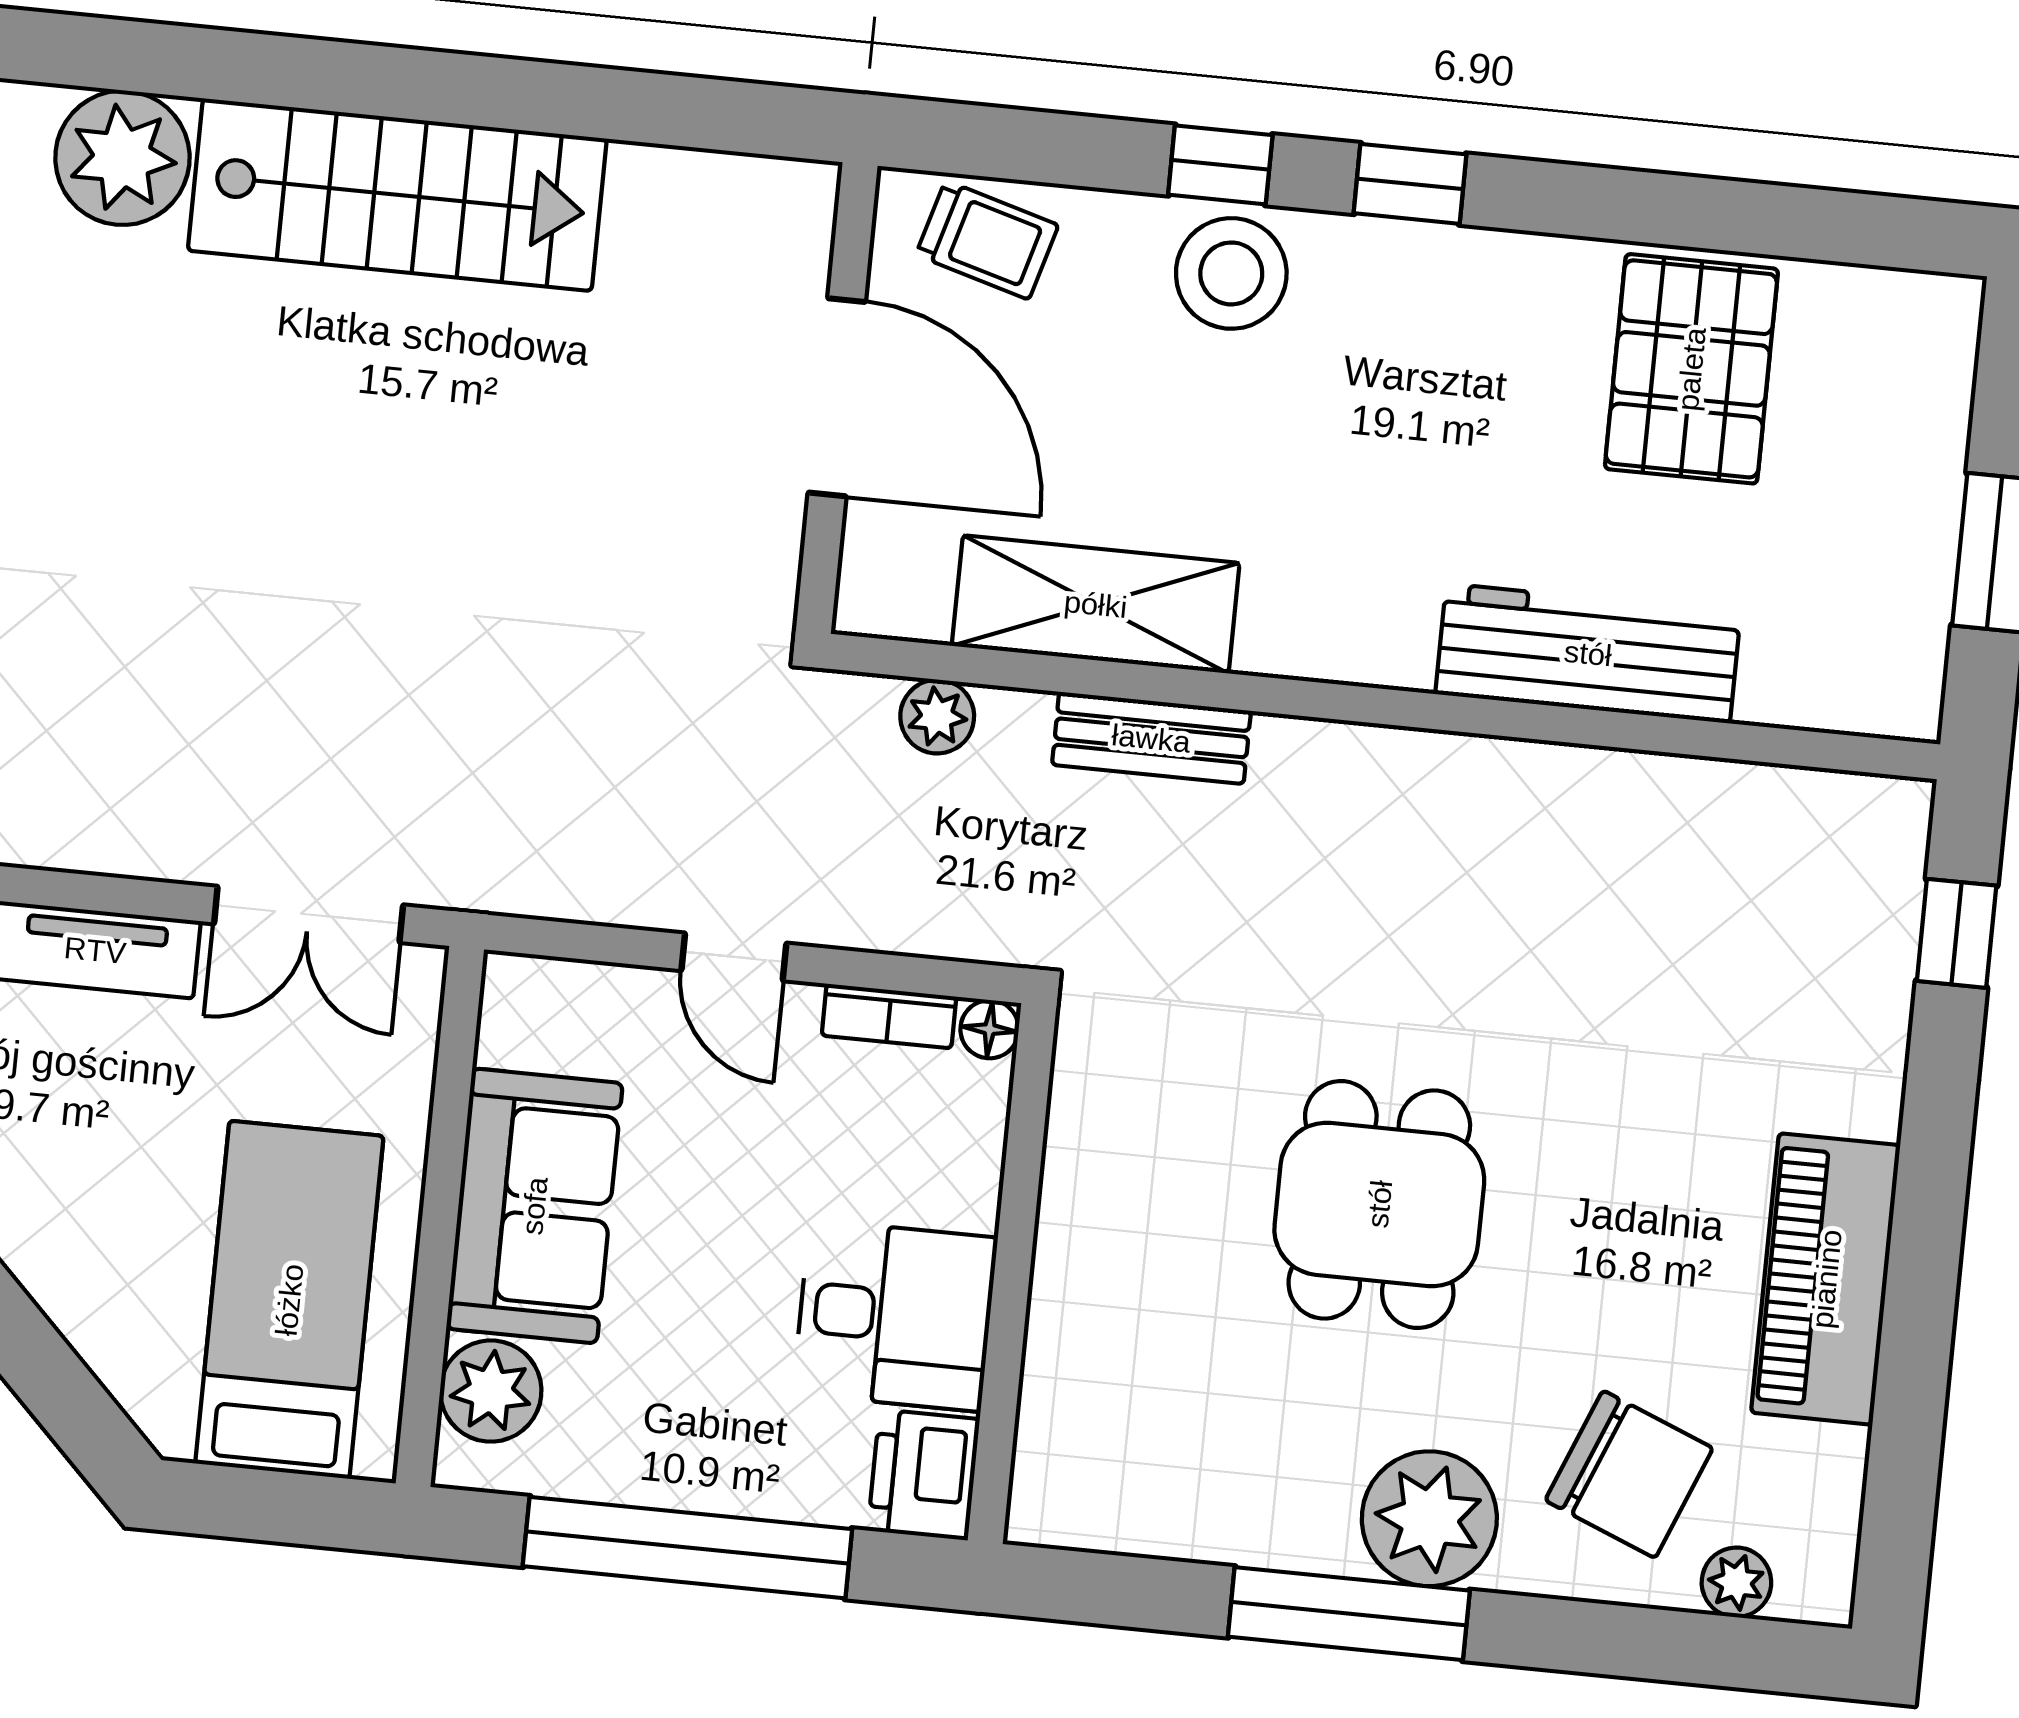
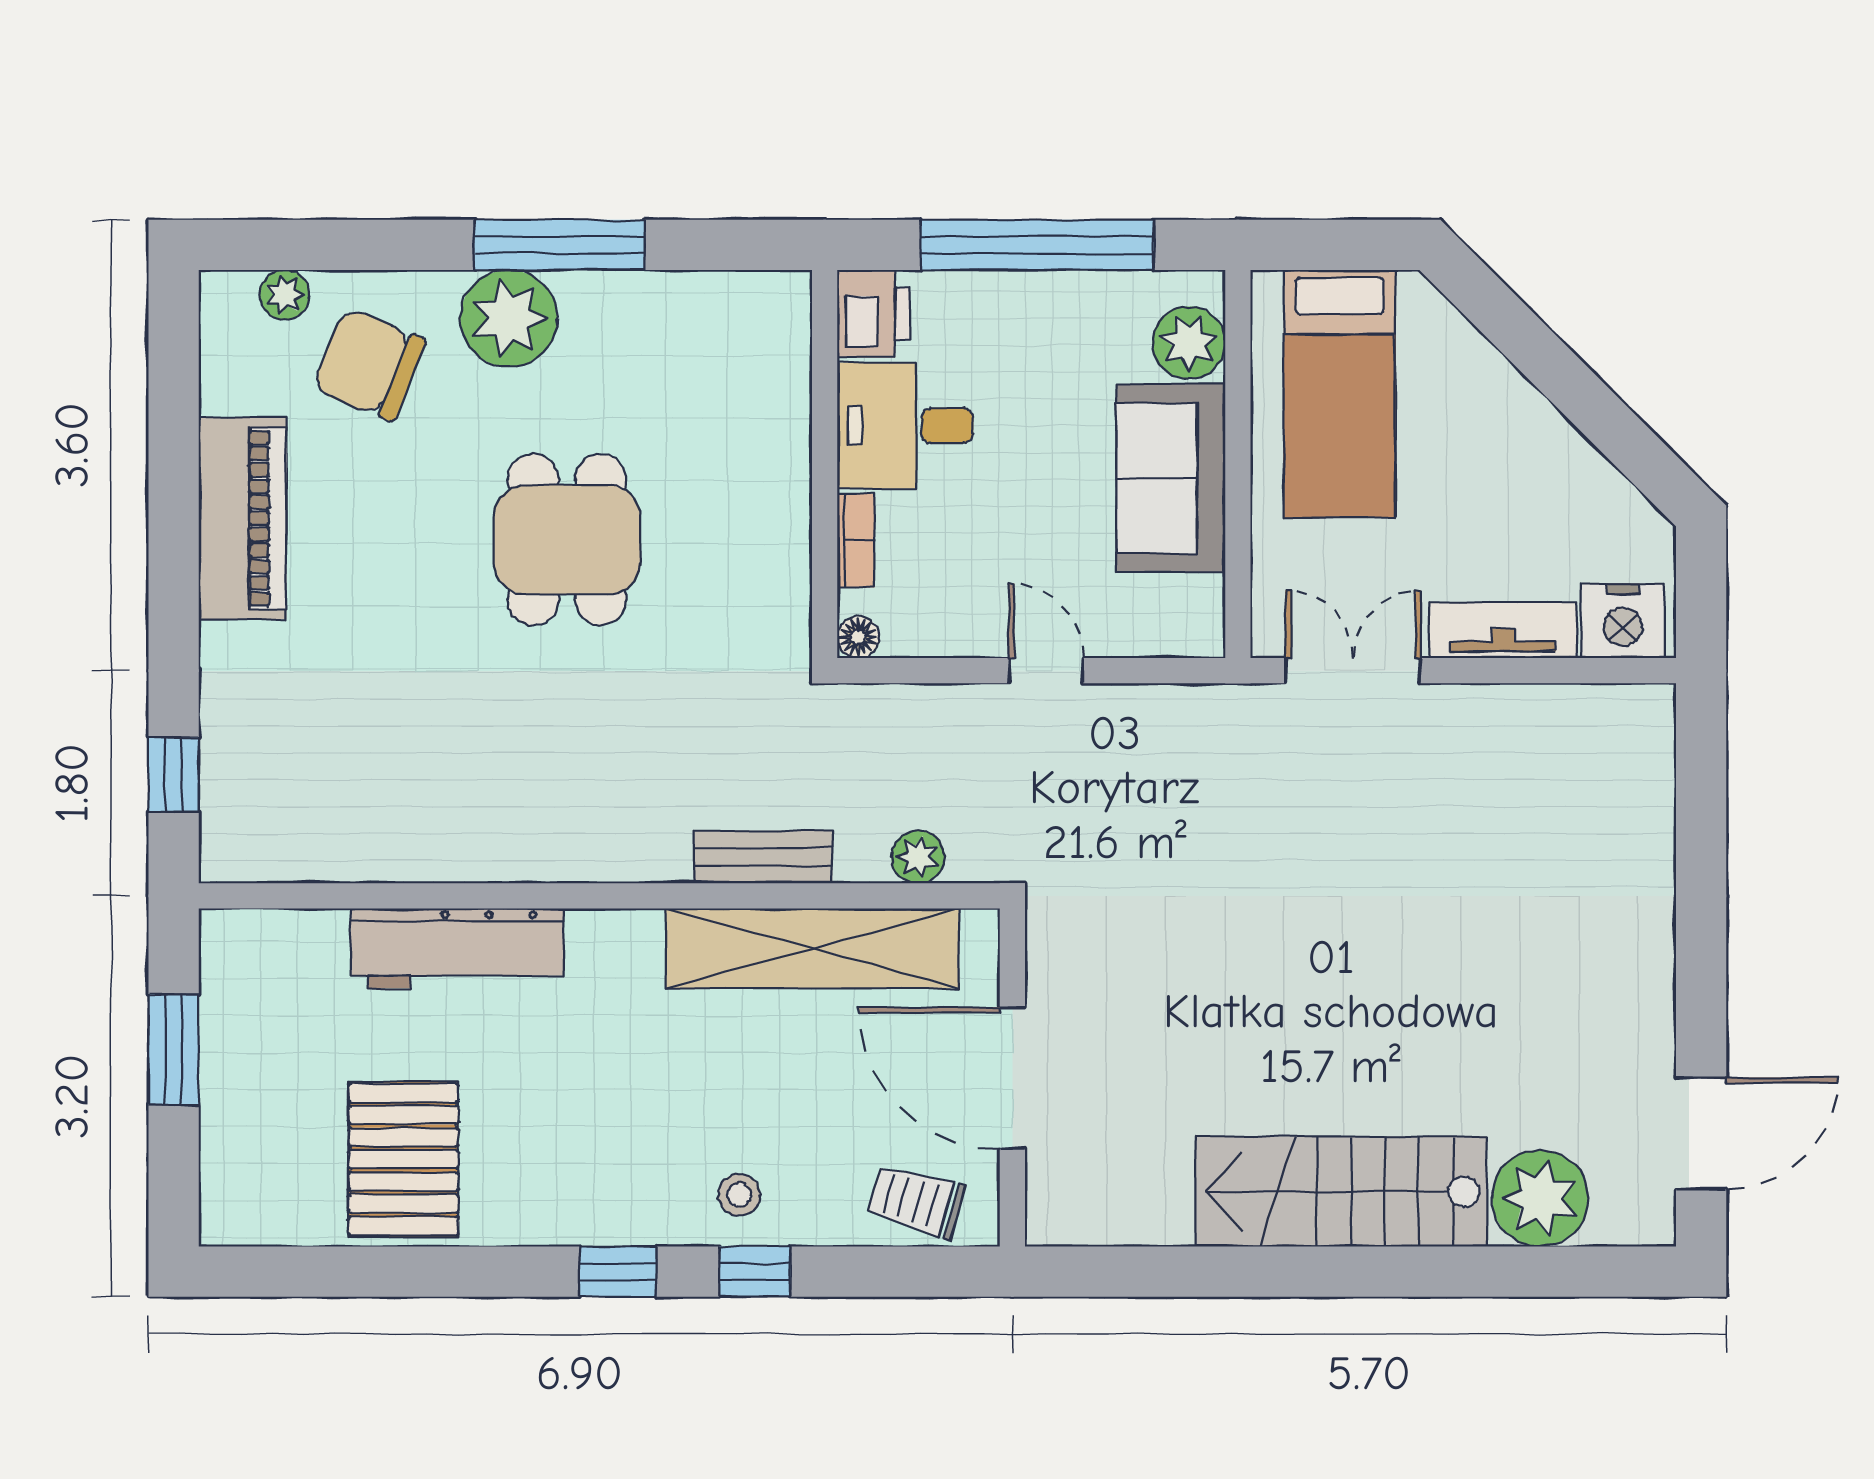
stool: (1231, 273) -> (739, 1195), width x0.53, depth x0.53
shelving: (1096, 604) -> (813, 948), width x1.47
bookcase: (889, 1016) -> (856, 541), moved, turned 90

